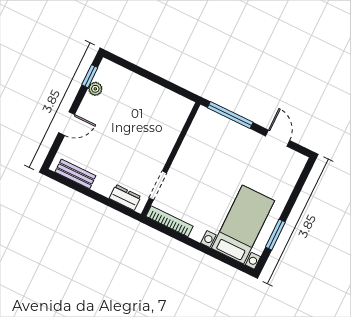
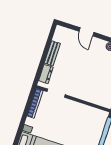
bench: (75, 174) -> (52, 53), moved

